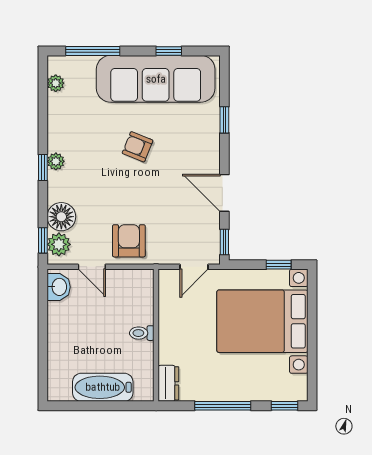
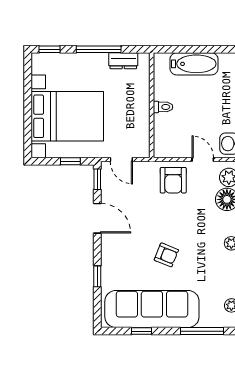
window: (279, 265) -> (70, 161), moved
door: (194, 267) -> (121, 160), swing flipped
dresser: (168, 383) -> (123, 61), moved, turned -90

